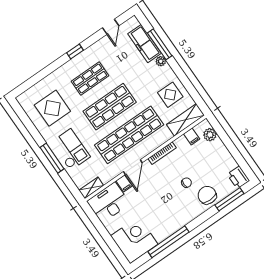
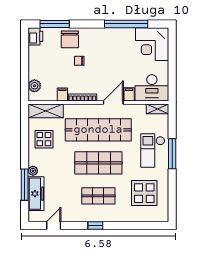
filing cabinet: (192, 136) -> (62, 94), moved

